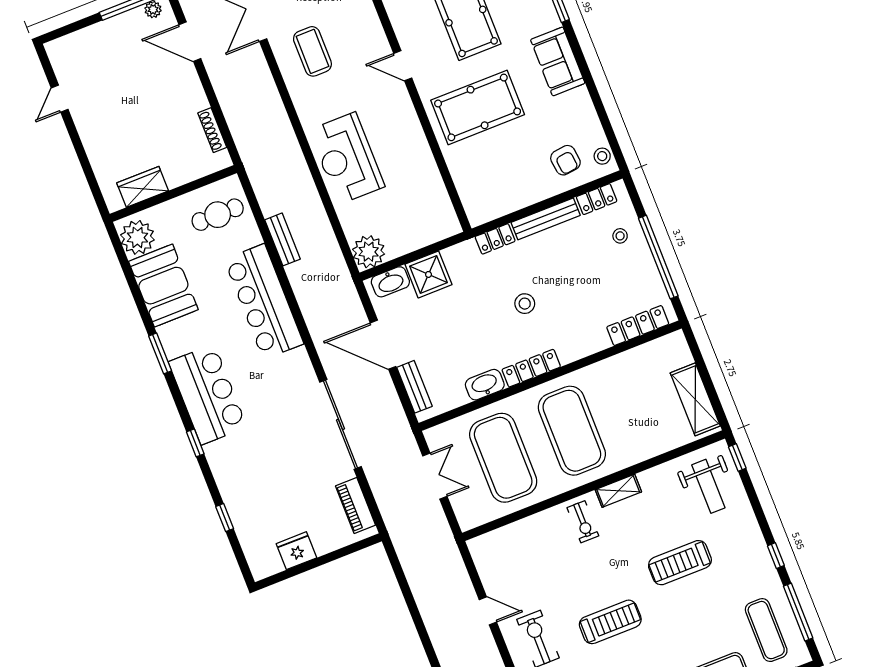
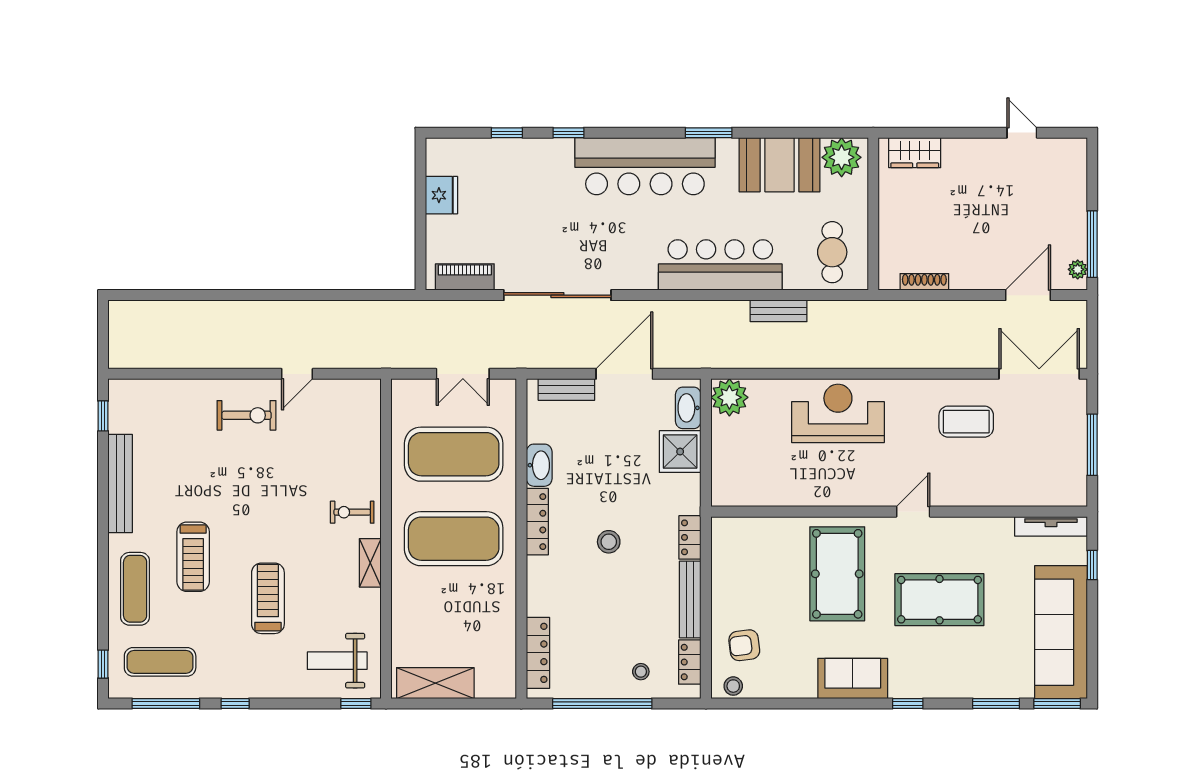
wardrobe: (143, 187) -> (915, 153), moved, turned 90
bar counter: (208, 394) -> (645, 166), width x1.36
window: (195, 443) -> (568, 133), moved
treadmill: (610, 622) -> (193, 557), moved

